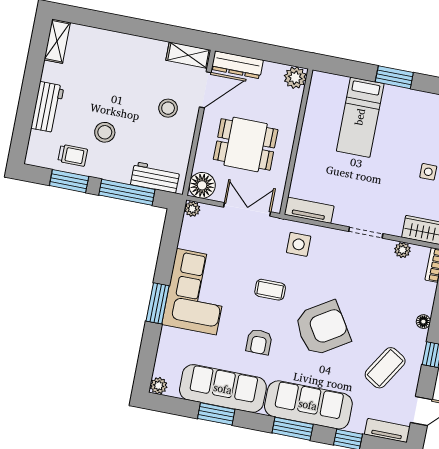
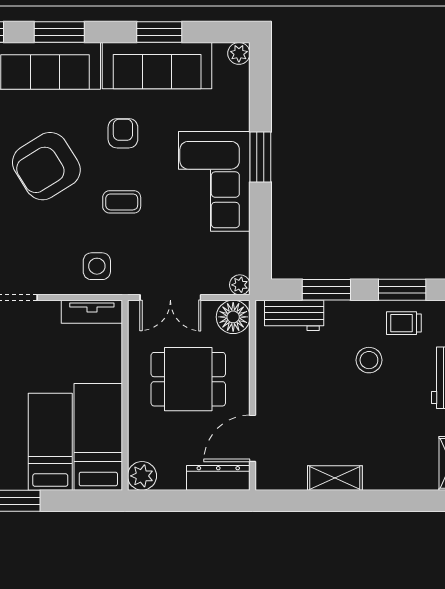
shelving: (188, 55) -> (335, 478), moved
stool: (168, 108) -> (295, 406), removed
bed: (323, 114) -> (98, 437), added
window: (127, 192) -> (326, 290), width x0.69

